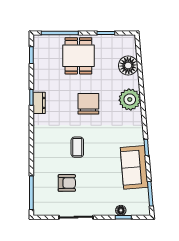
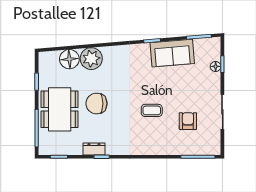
dining table: (78, 56) -> (60, 109), width x1.38
plant: (130, 99) -> (91, 59), moved
dresser: (39, 103) -> (94, 149), moved
chair: (88, 104) -> (96, 104), moved

